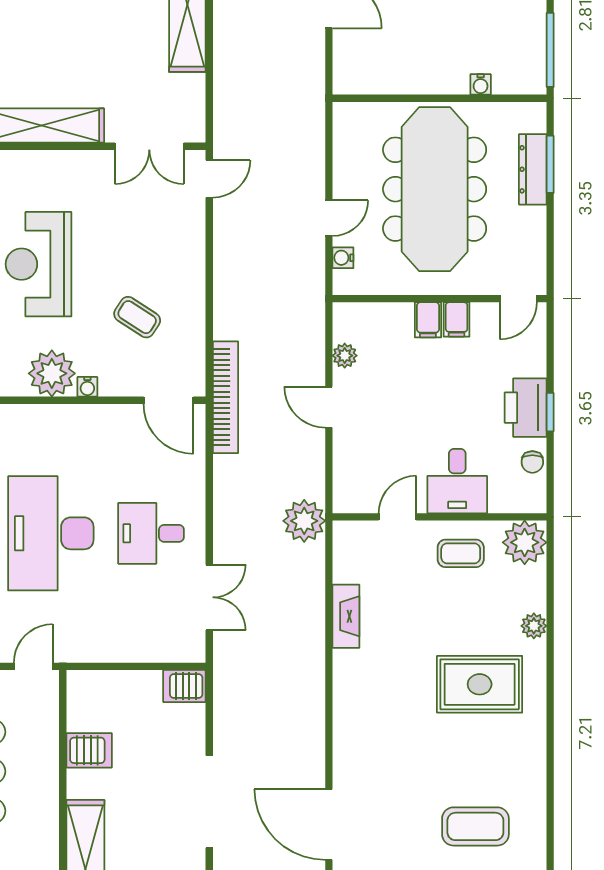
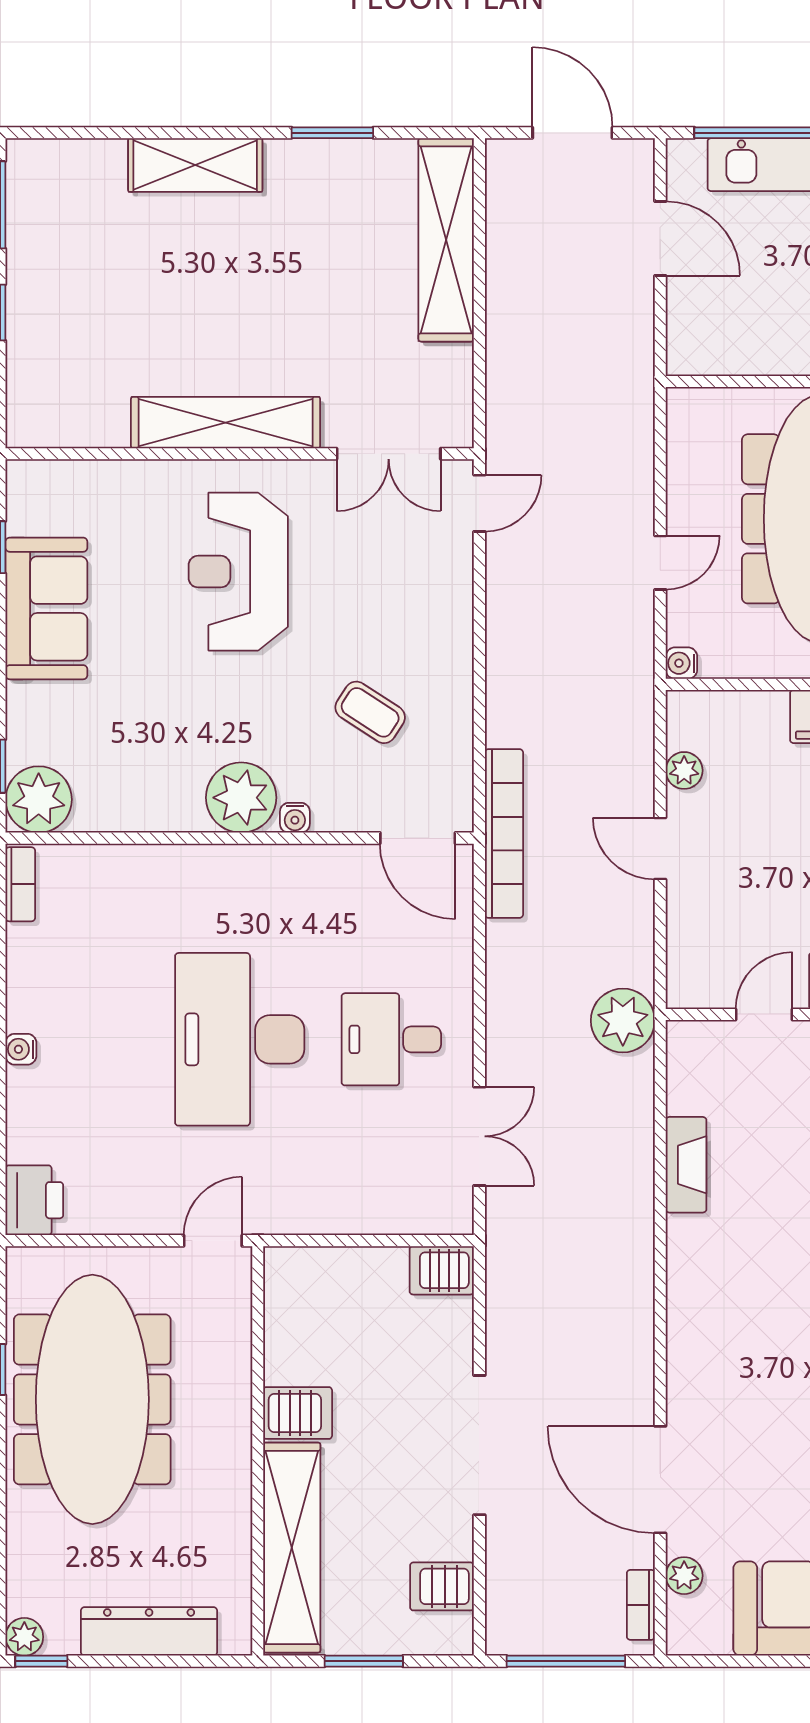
water cooler: (343, 258) -> (681, 663), moved
reception desk: (39, 264) -> (238, 572), moved
server rack: (89, 750) -> (298, 1413), moved

